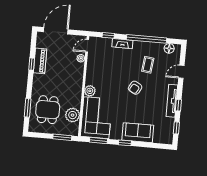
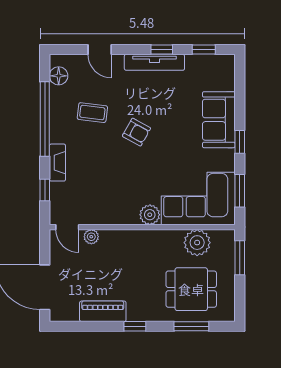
window: (32, 64) -> (135, 326), moved

